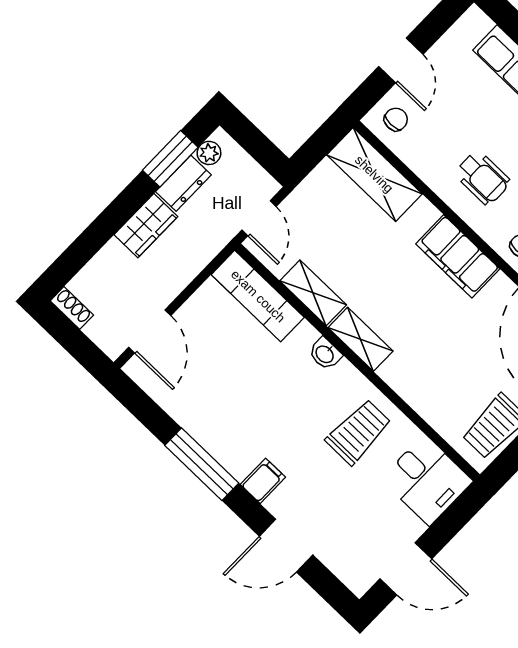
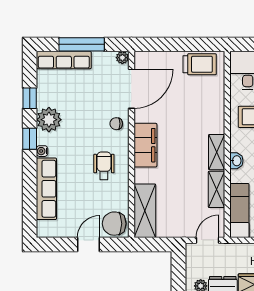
chair: (396, 119) -> (114, 224), width x1.87, depth x1.87

